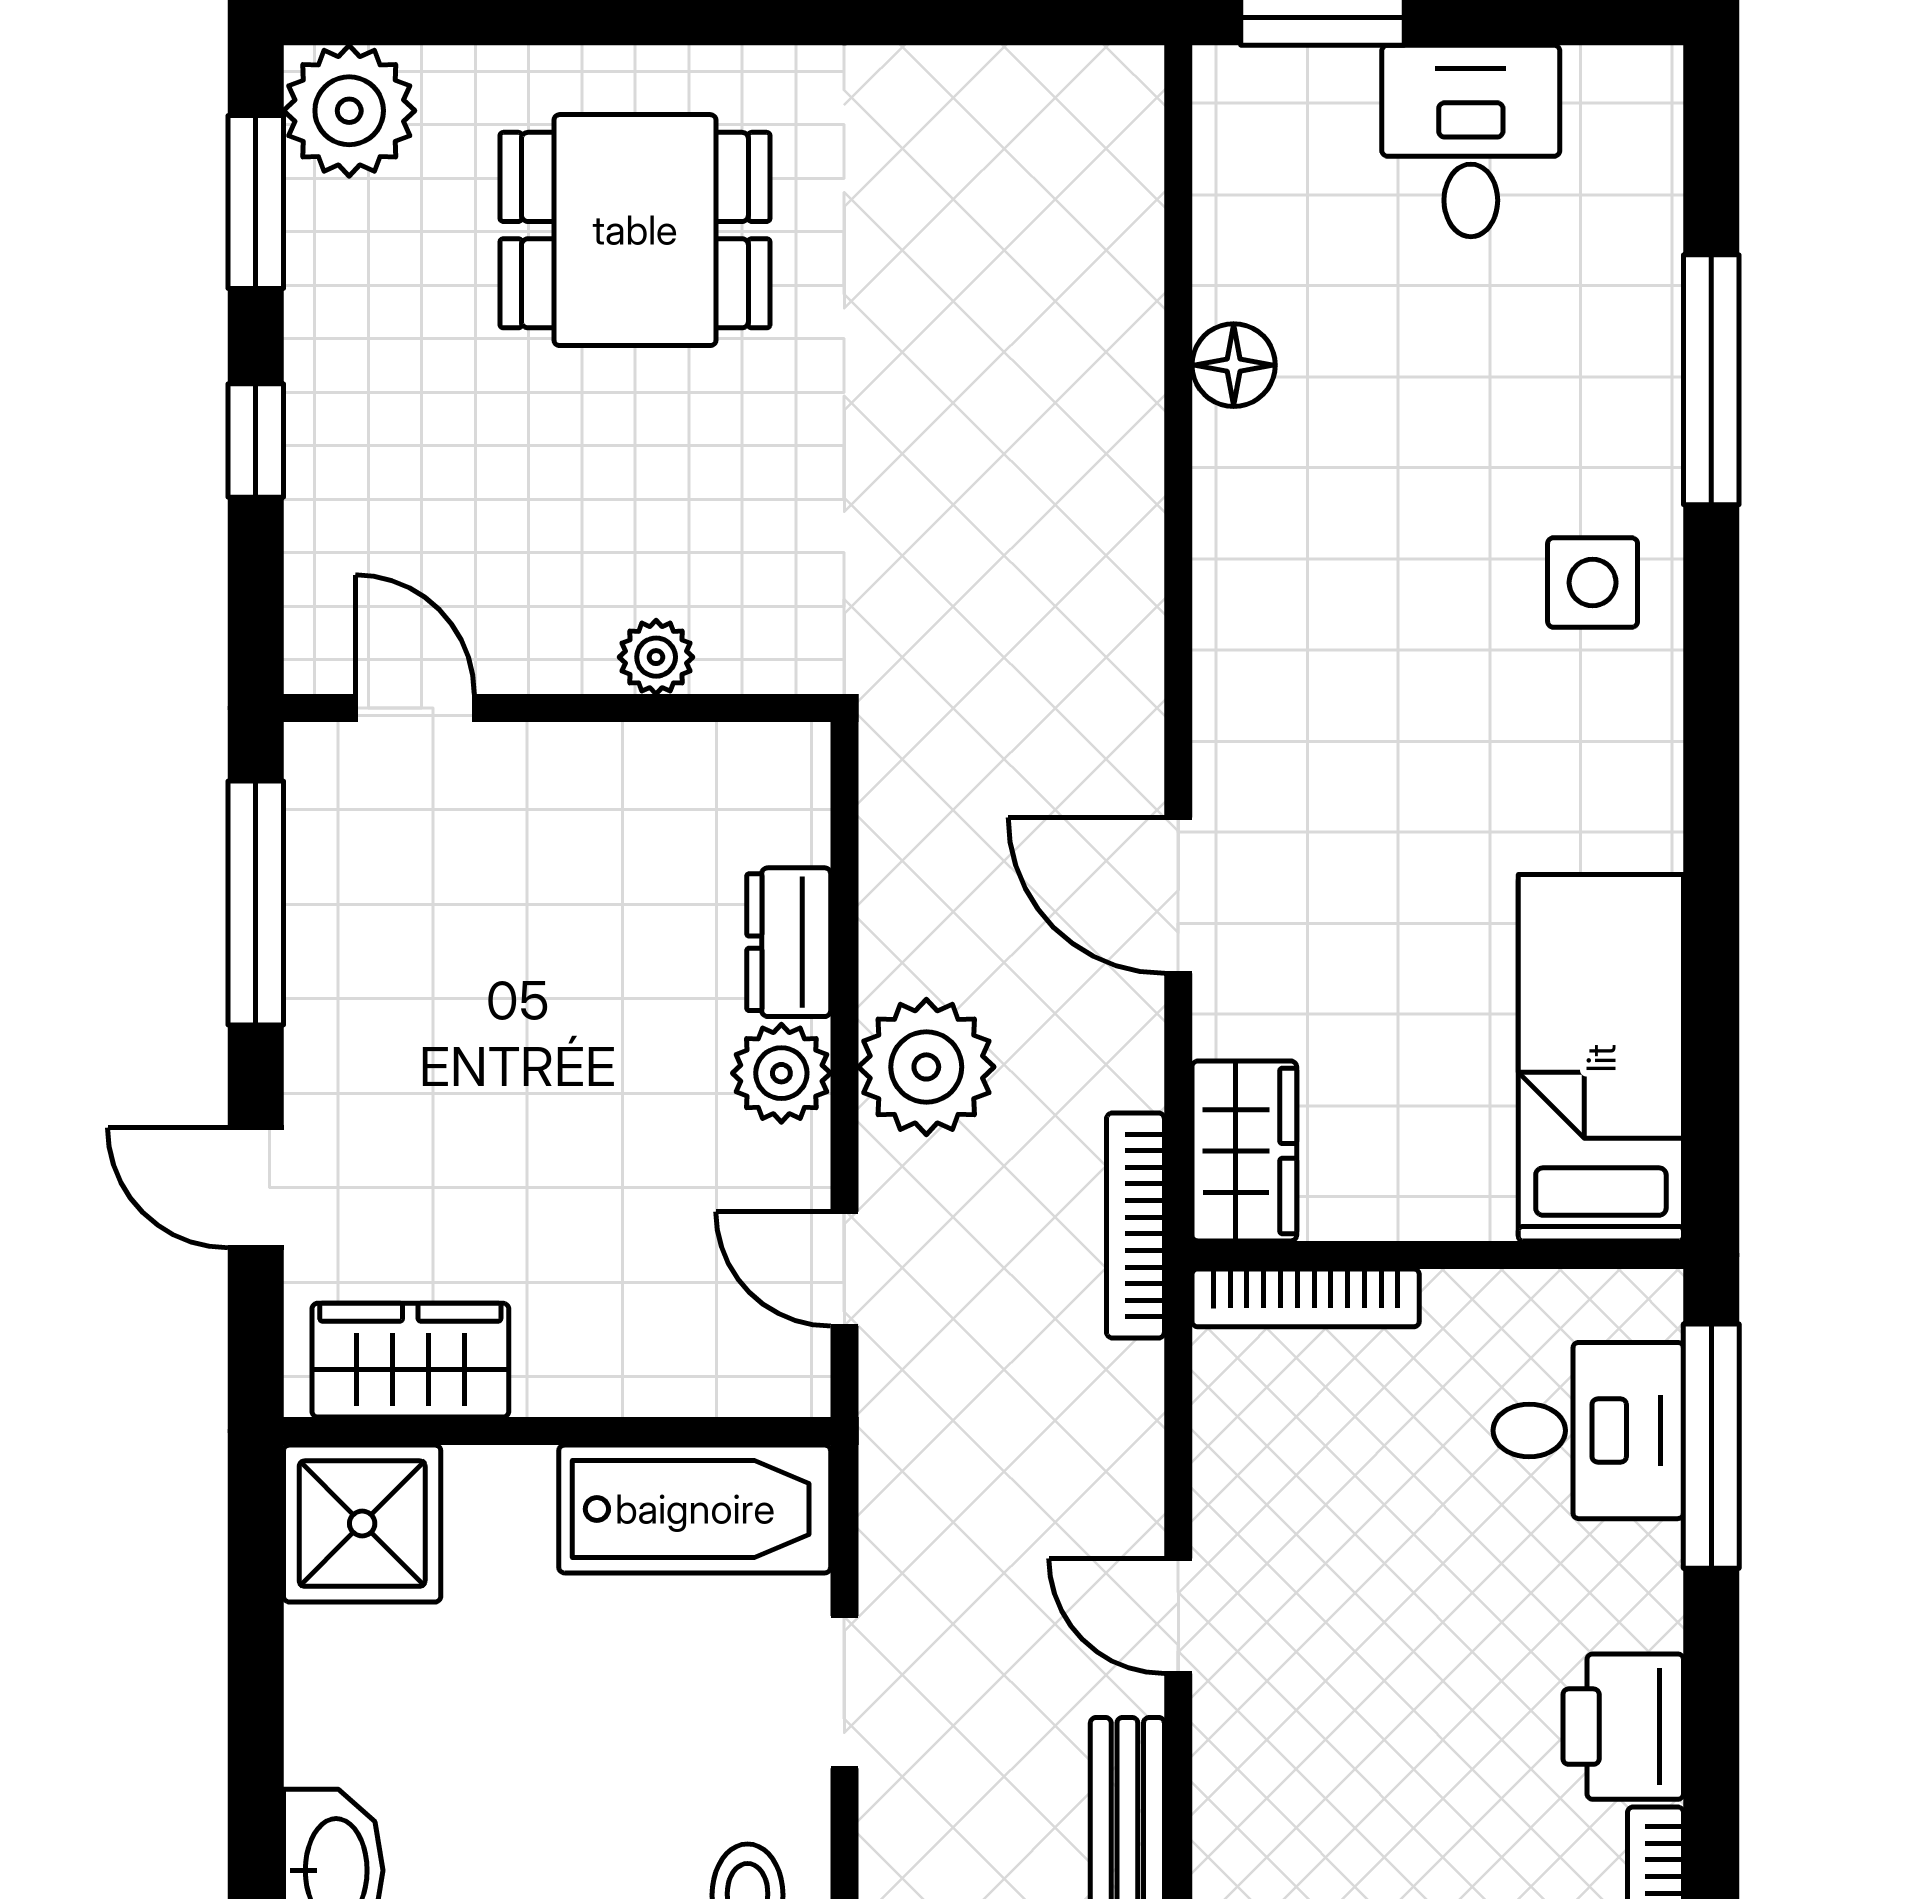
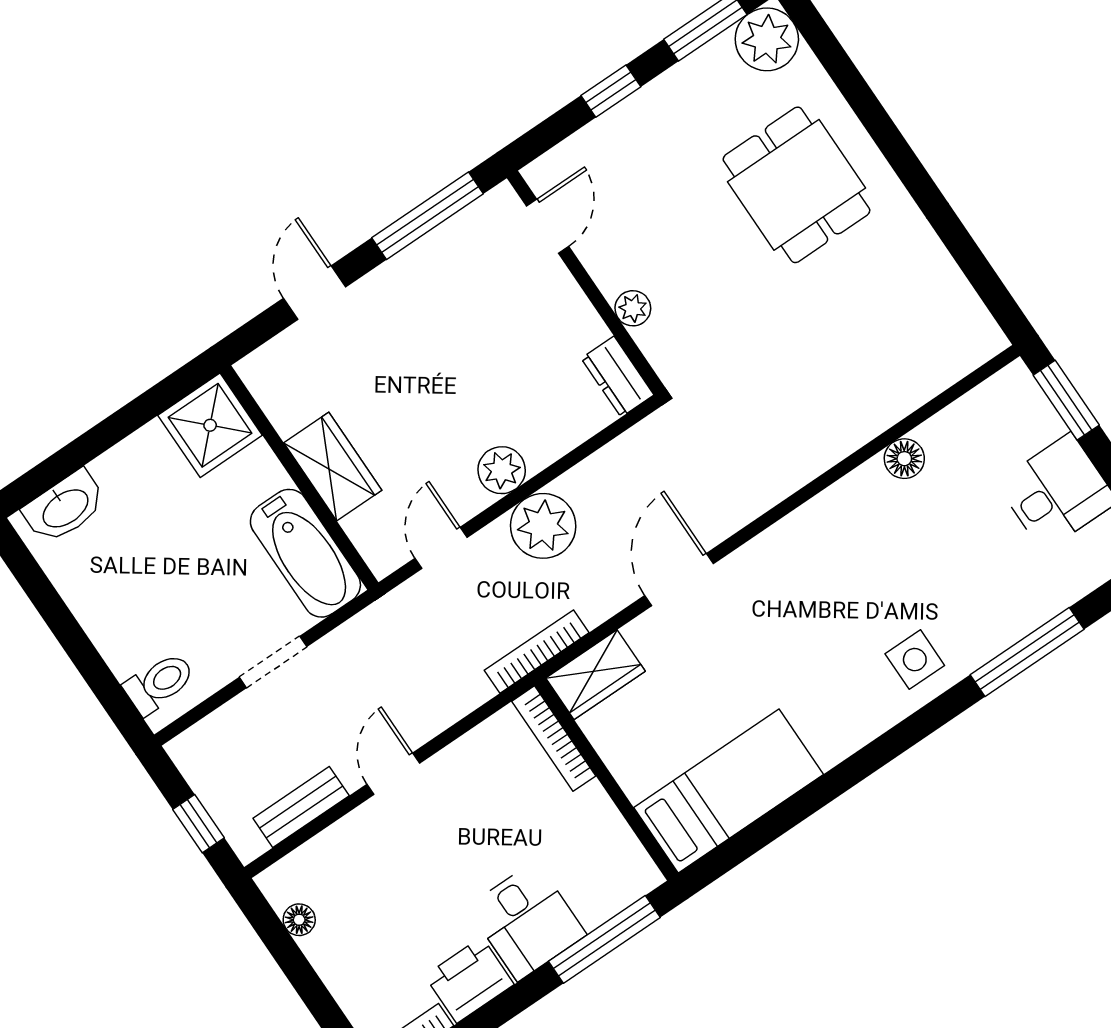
dresser: (789, 942) -> (618, 377), moved, turned -90
wardrobe: (410, 1360) -> (333, 467), moved
desk: (1588, 1431) -> (527, 921), moved

